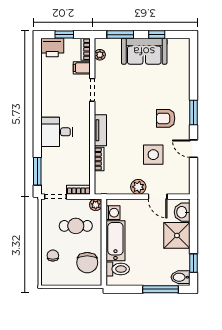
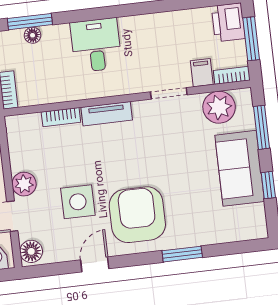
window: (64, 35) -> (251, 39), width x1.50
plant: (100, 55) -> (219, 107), width x1.88, depth x1.88
window: (194, 112) -> (182, 254), moved
armchair: (166, 118) -> (137, 215), width x1.88, depth x1.88
floor lamp: (46, 171) -> (33, 35), added
floor lamp: (181, 187) -> (31, 251), added

